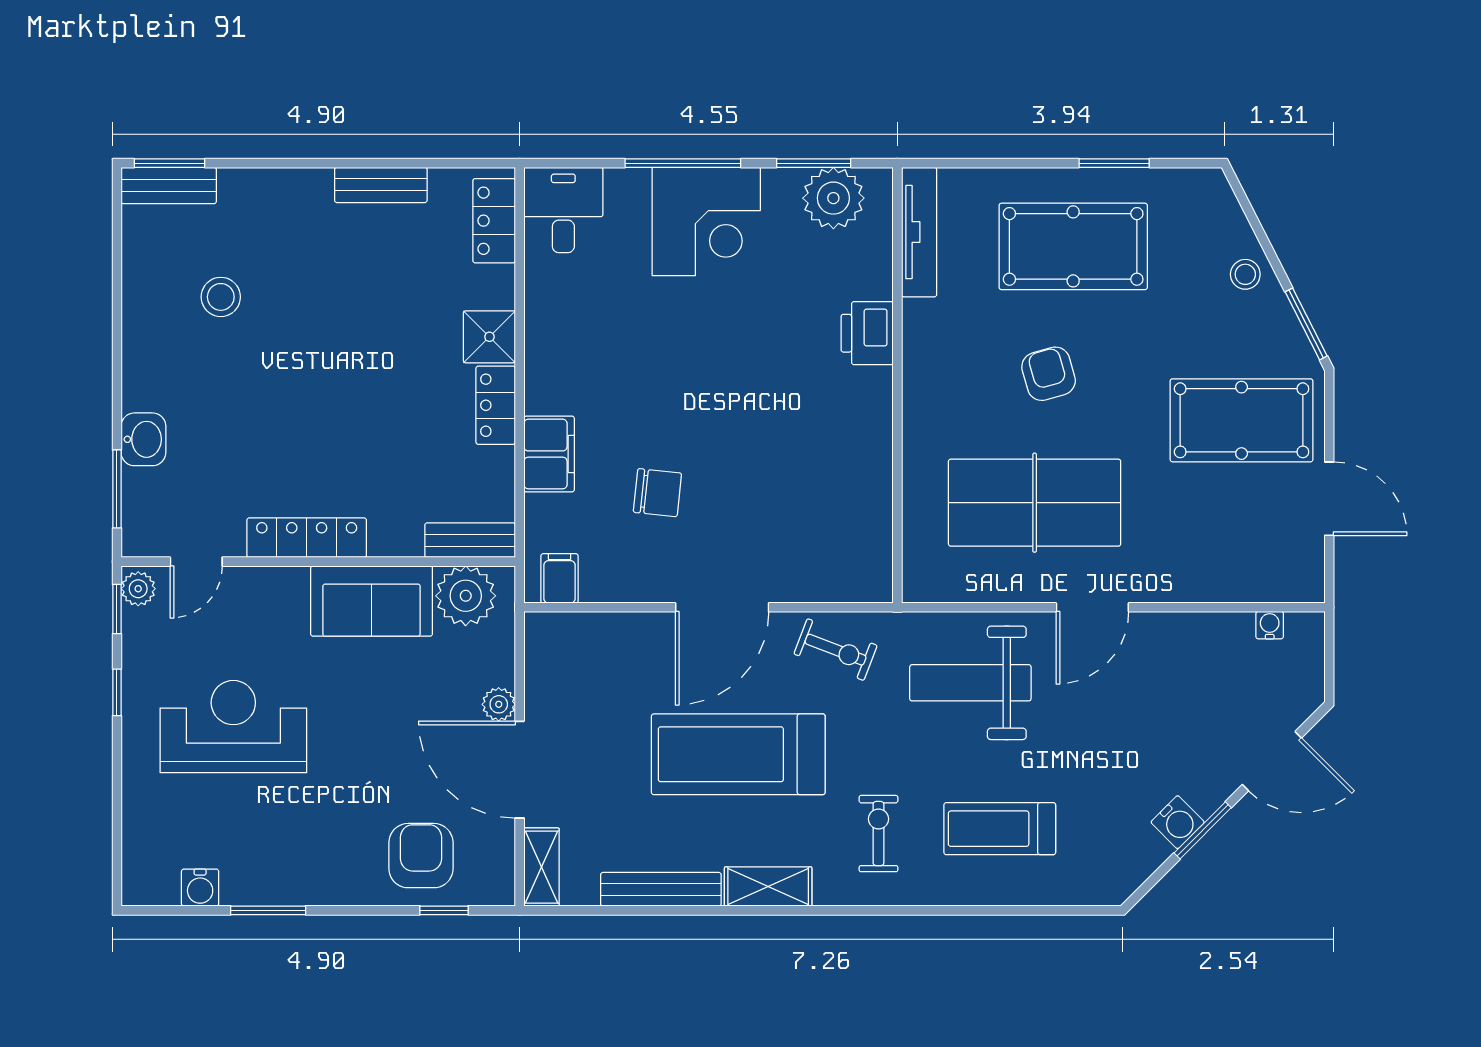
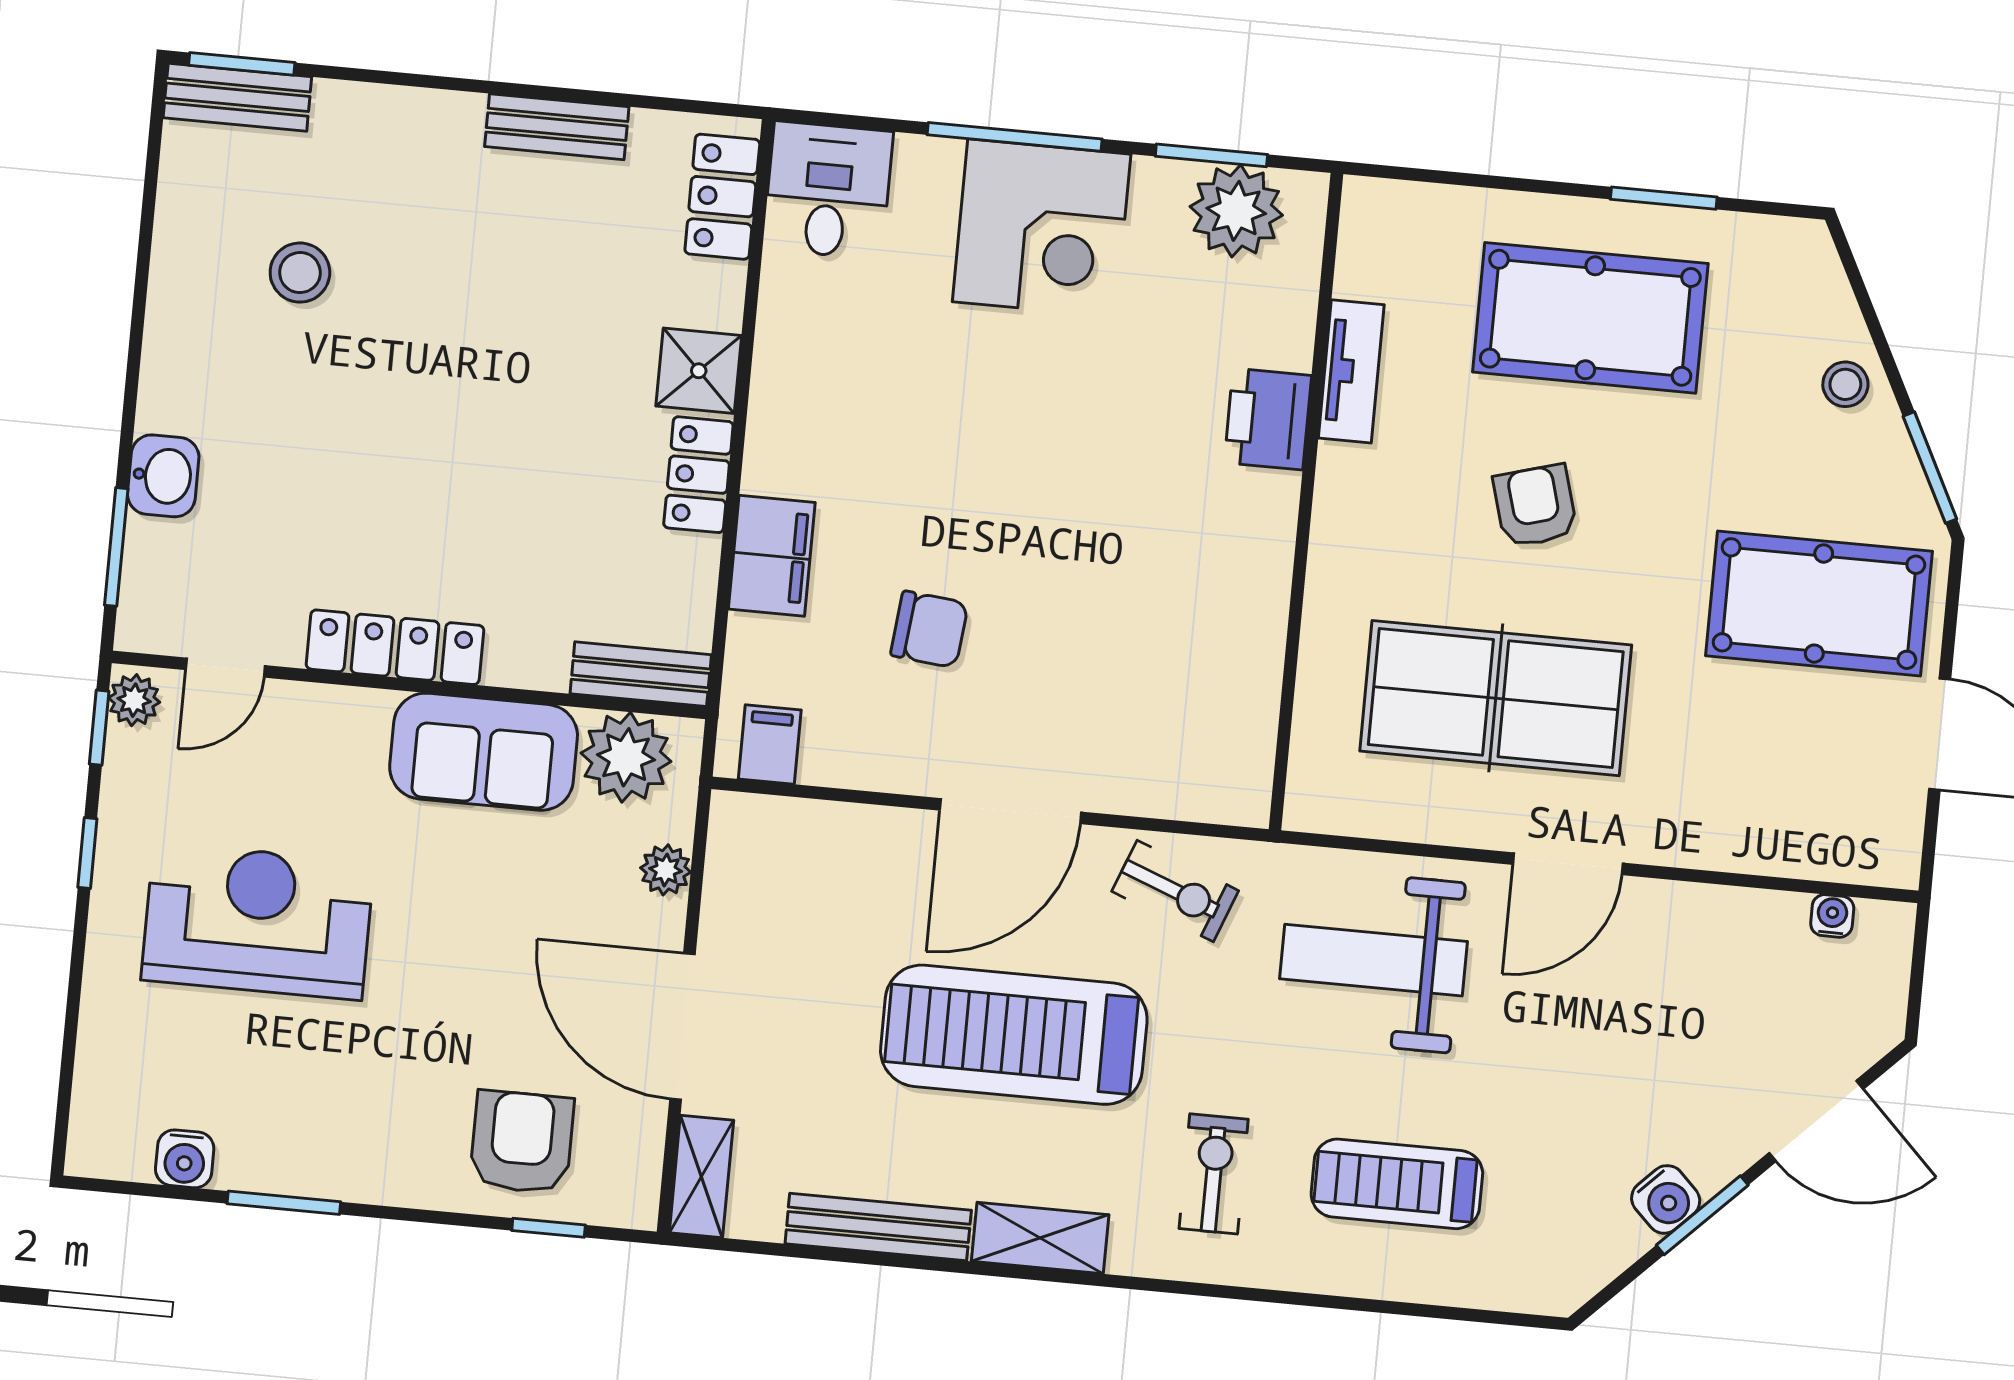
tv unit: (919, 232) -> (1351, 371), moved, width x0.71
plant: (499, 704) -> (666, 870), moved

